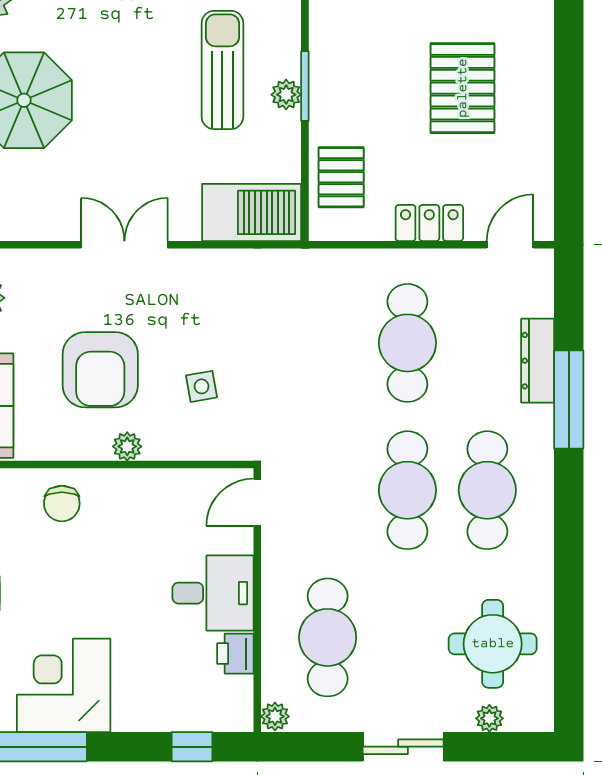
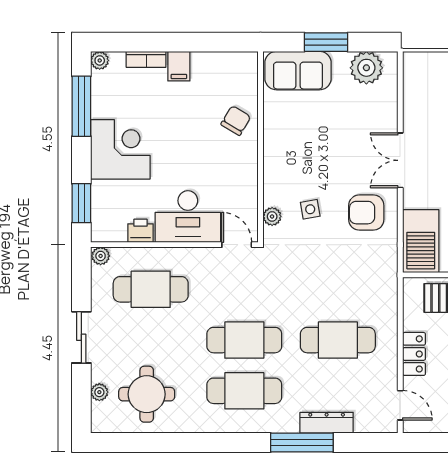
double door: (124, 245) -> (400, 160), swing flipped
armchair: (100, 370) -> (366, 213), moved, width x0.73, depth x0.73
plant: (127, 446) -> (272, 216), moved
chair: (62, 503) -> (236, 121), turned 121
desk: (213, 593) -> (188, 217), width x1.37
corner desk: (64, 685) -> (120, 149), moved
window: (192, 747) -> (81, 203), width x1.50

